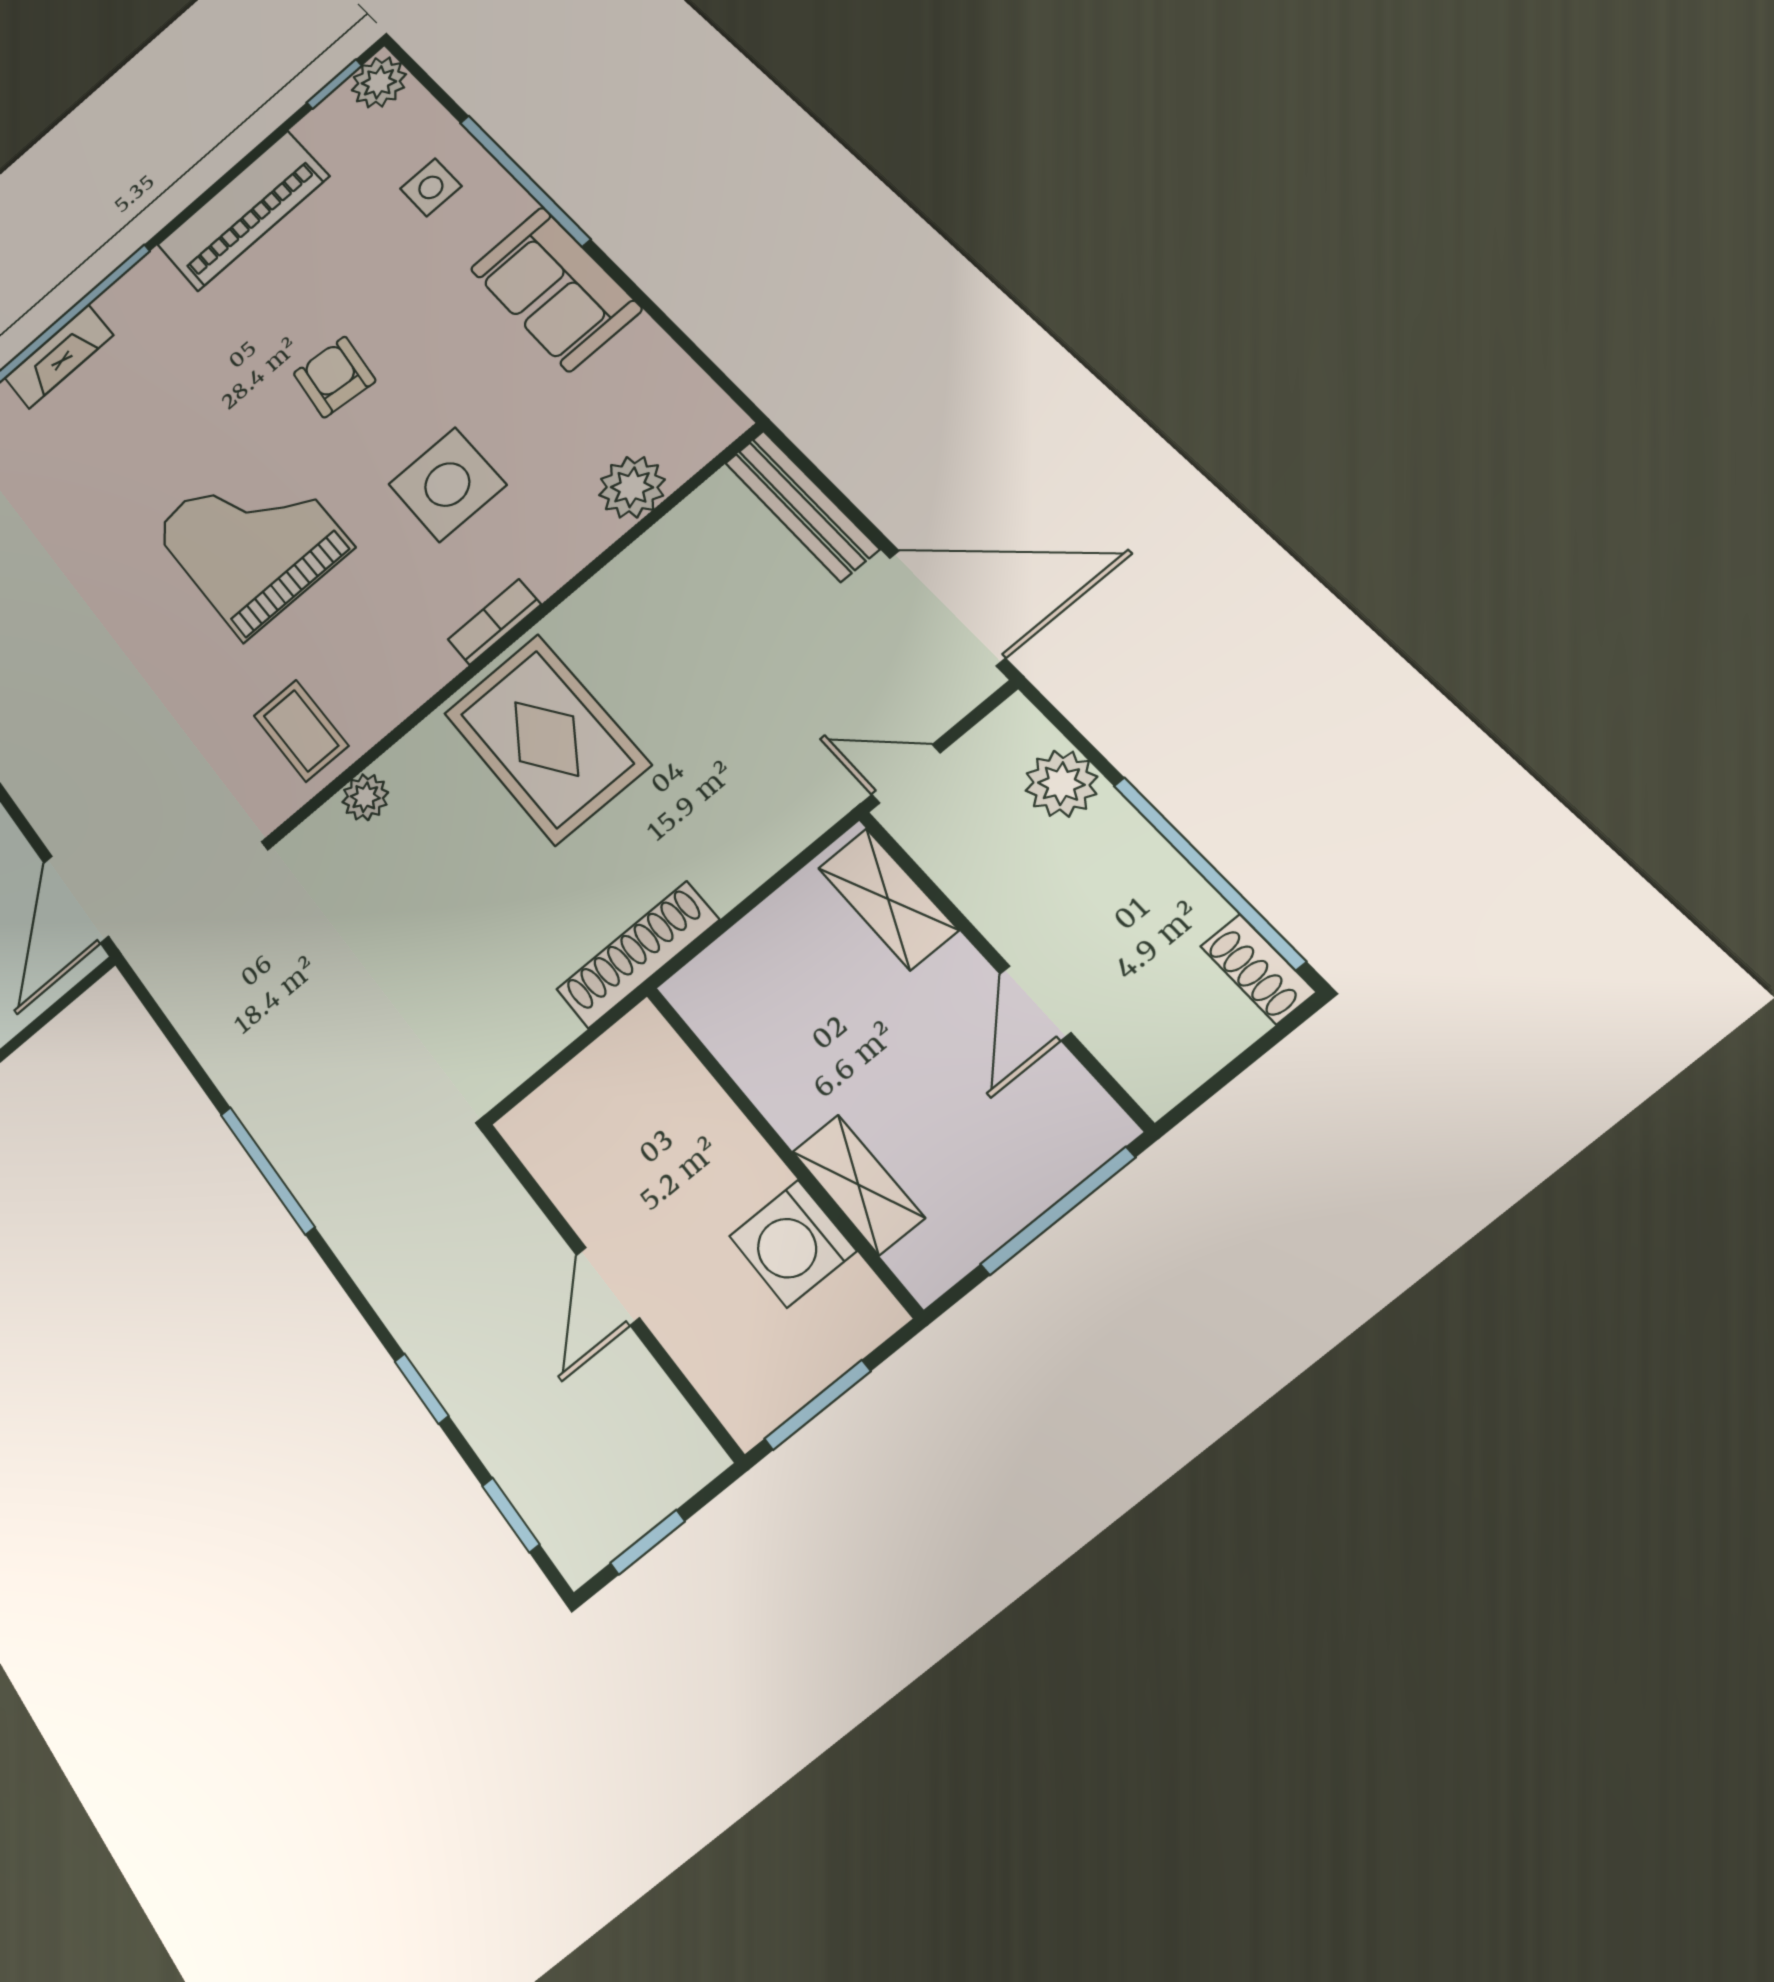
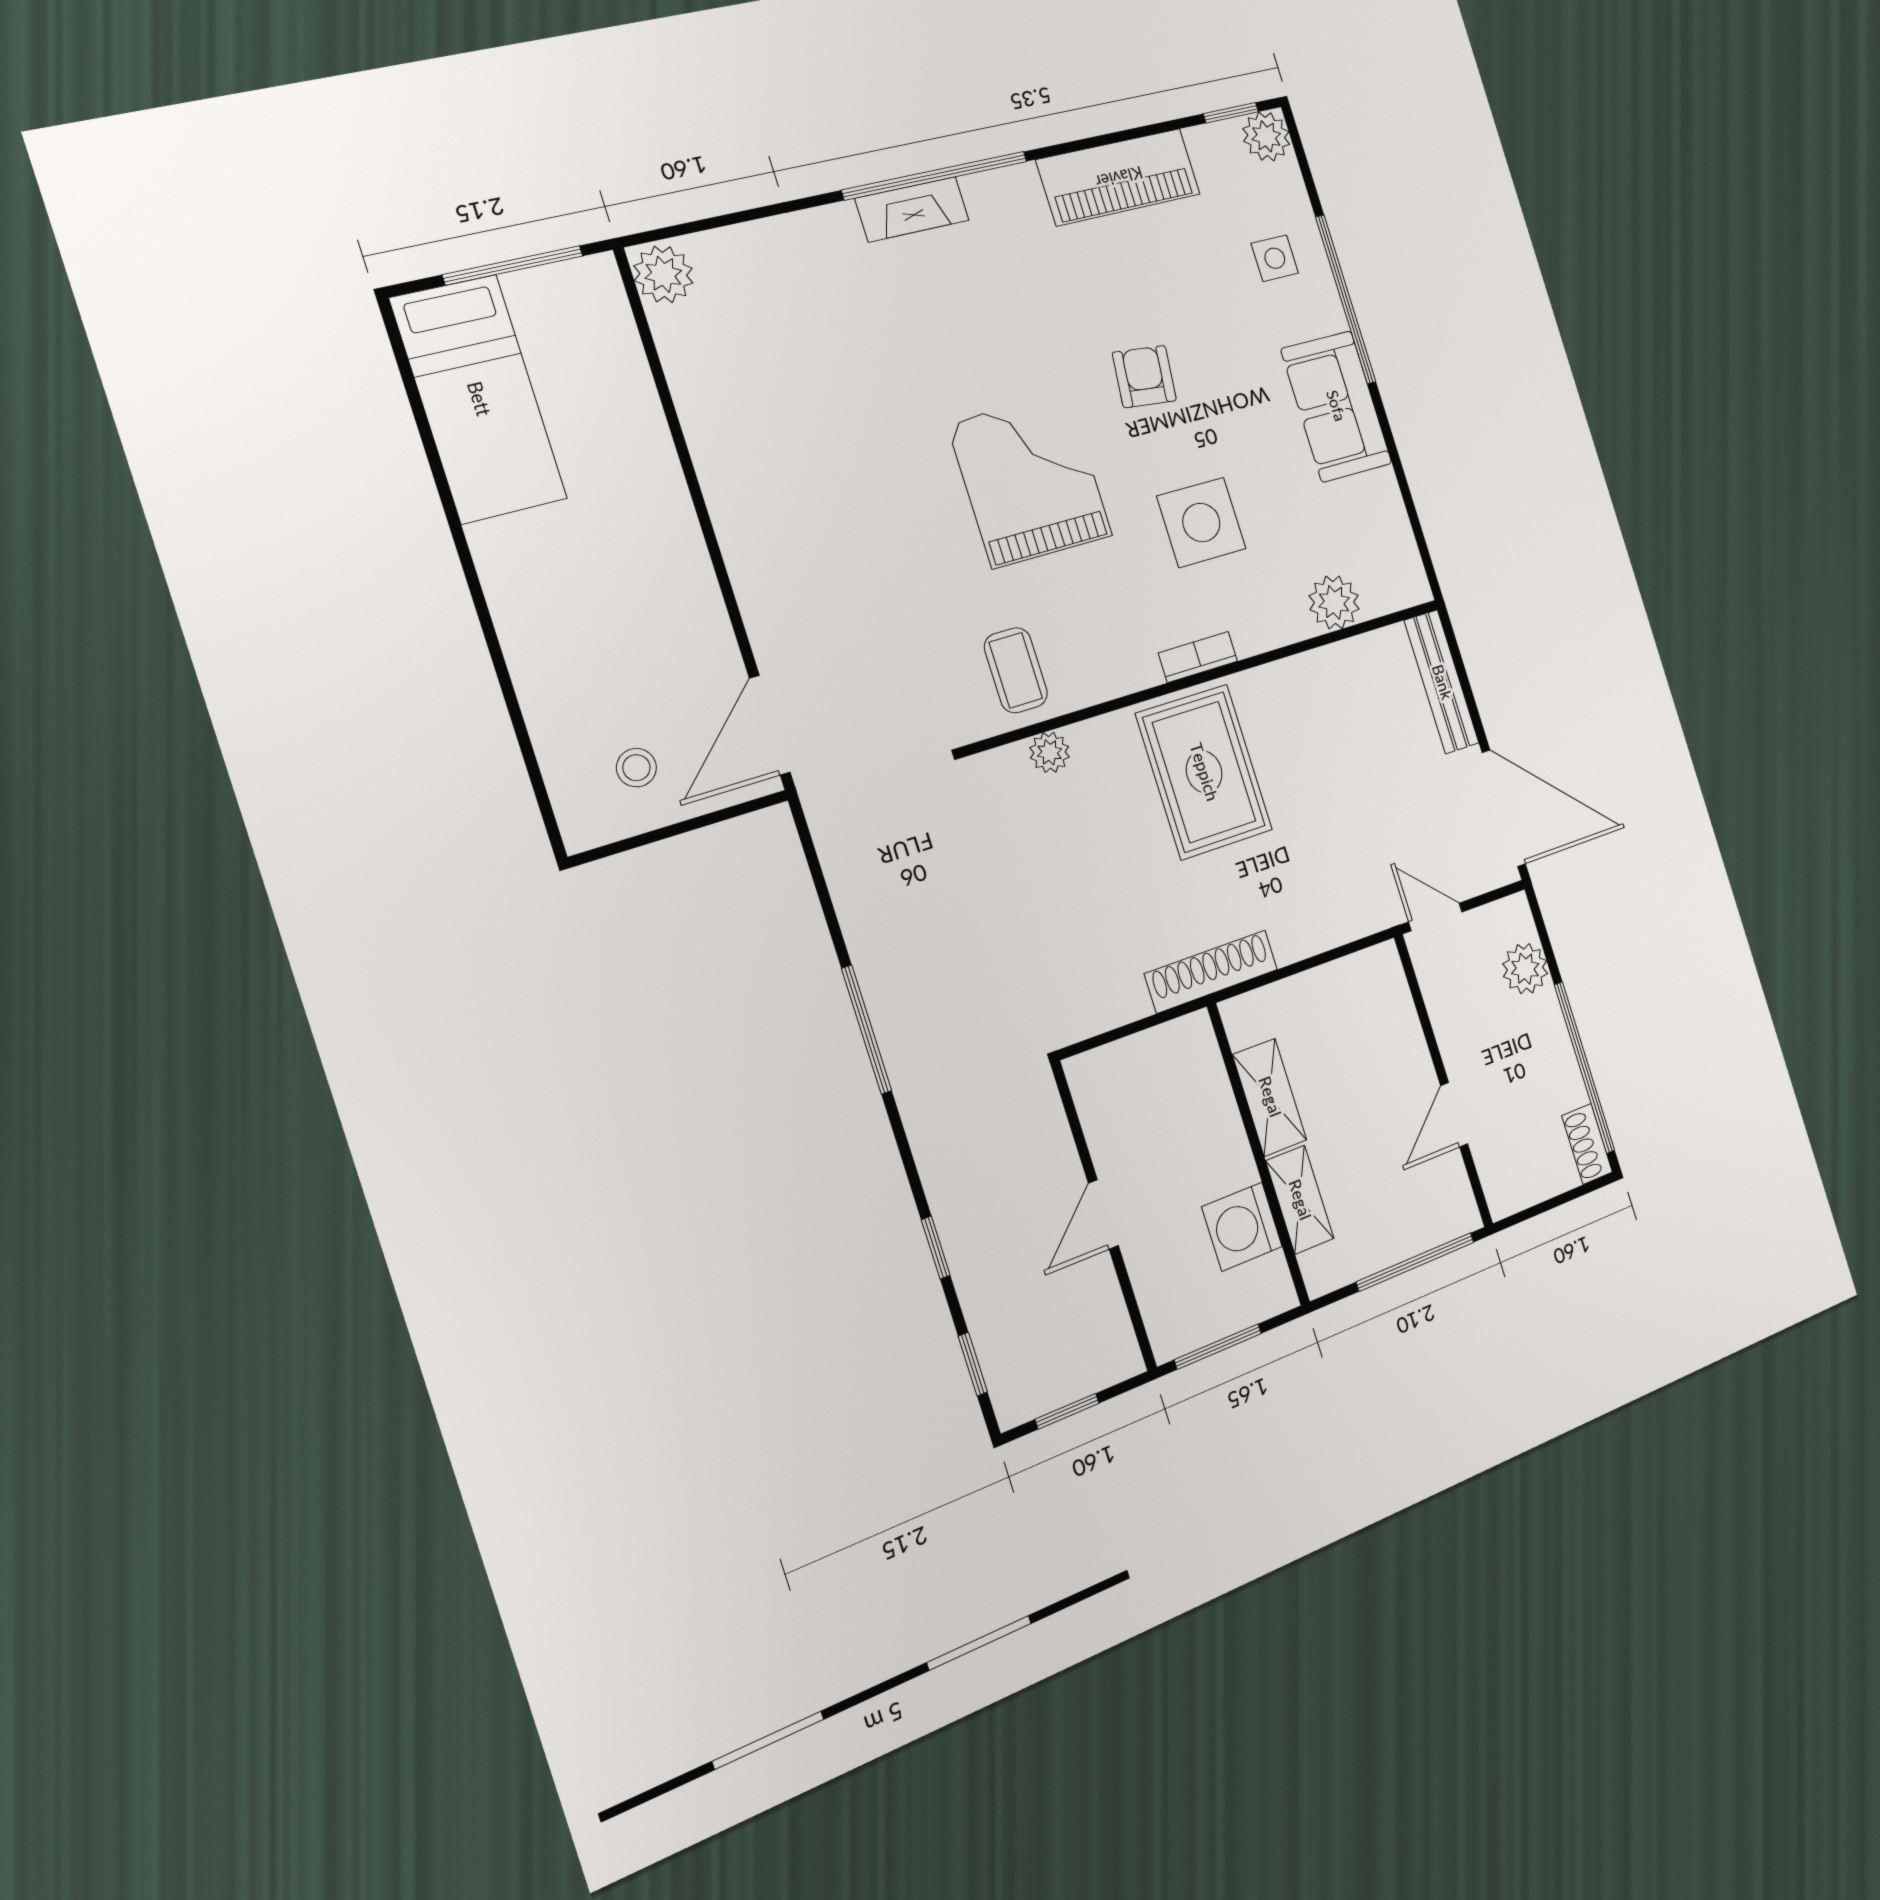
shelving: (888, 899) -> (1270, 1097), moved

